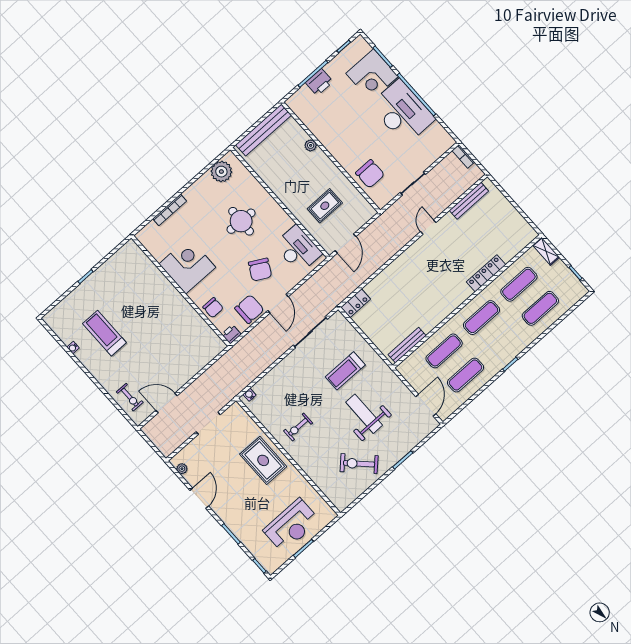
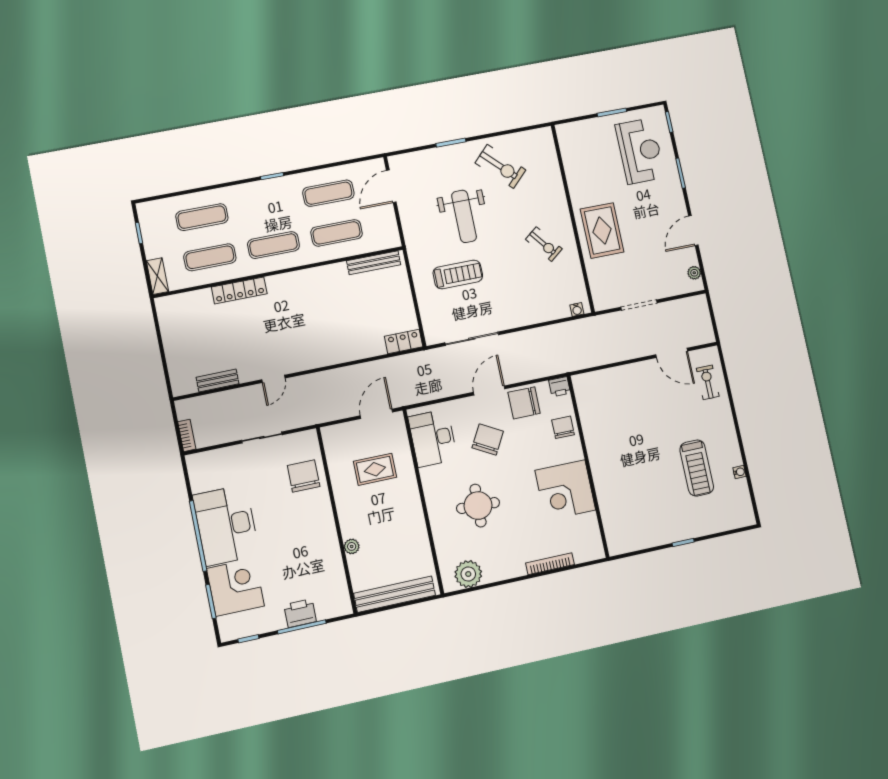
bench: (469, 201) -> (218, 380), width x0.73
exercise bike: (298, 427) -> (544, 244), turned 52
reception desk: (291, 525) -> (640, 151), moved, turned 90

